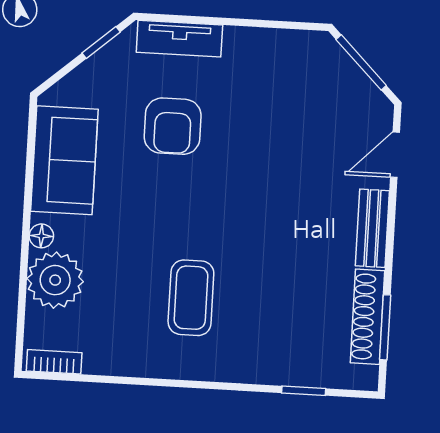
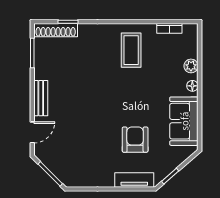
plant: (55, 280) -> (191, 66), width x0.53, depth x0.53
coffee table: (191, 298) -> (131, 50), moved
shoe rack: (367, 317) -> (56, 30), moved, turned 90
bookcase: (54, 362) -> (169, 28), moved

